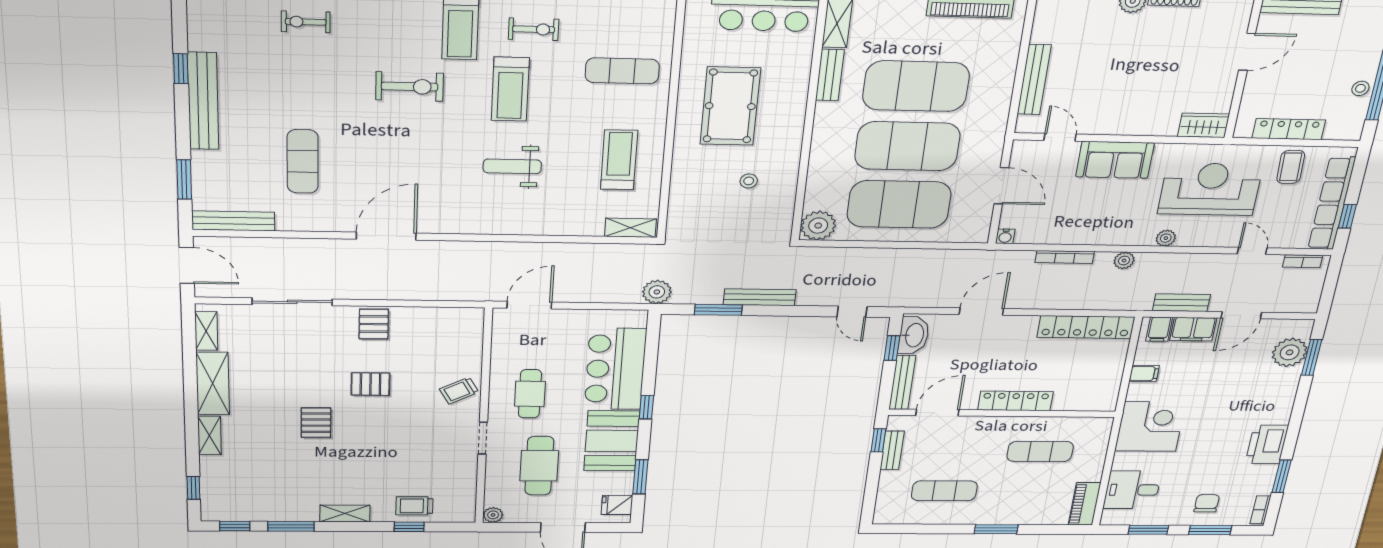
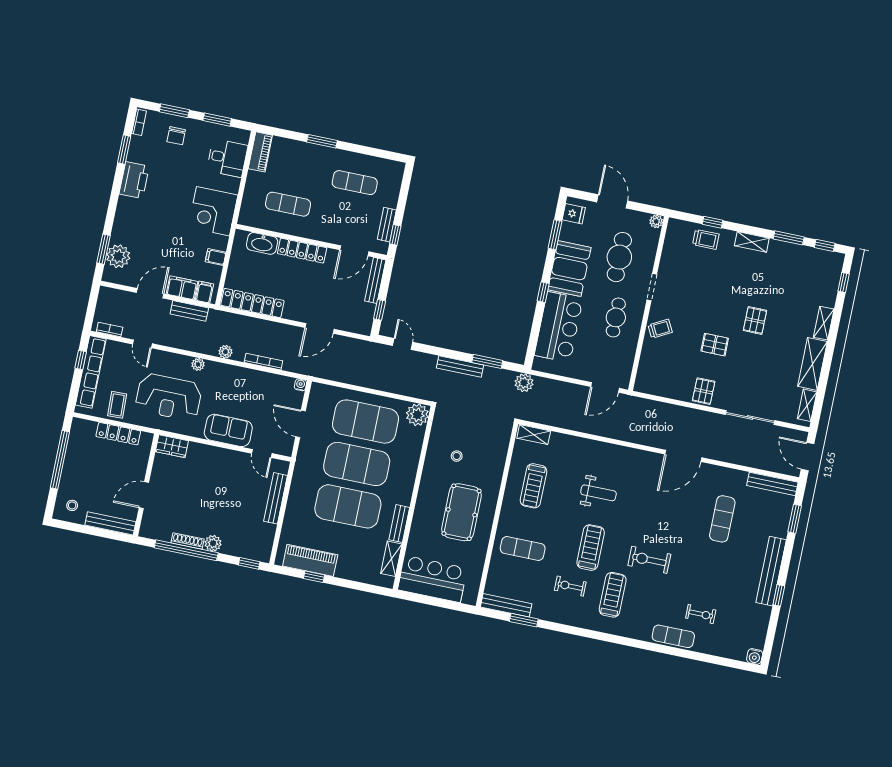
stool: (1360, 88) -> (72, 505), moved
washbasin: (914, 335) -> (262, 243), moved, turned -90

